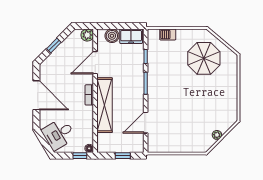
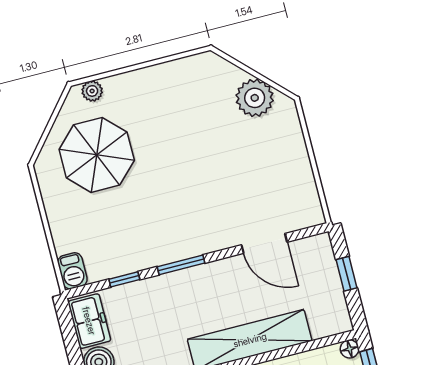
barbecue: (168, 34) -> (72, 271), moved
plant: (233, 64) -> (92, 91), added
plant: (217, 135) -> (255, 98), width x1.88, depth x1.88

